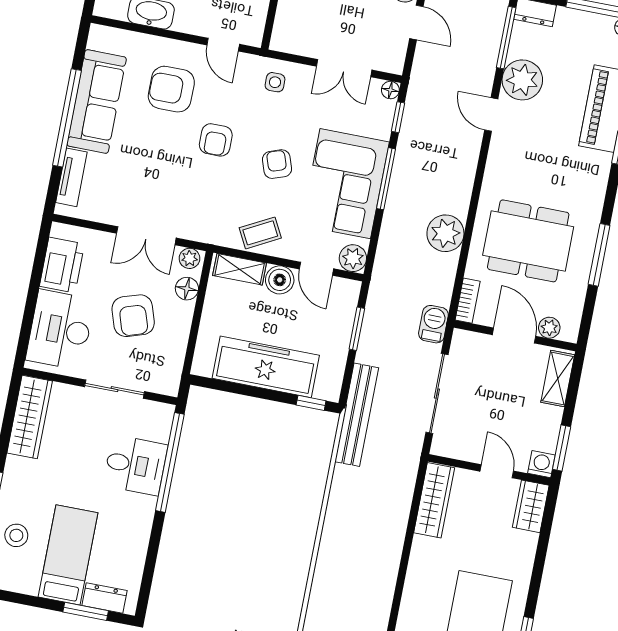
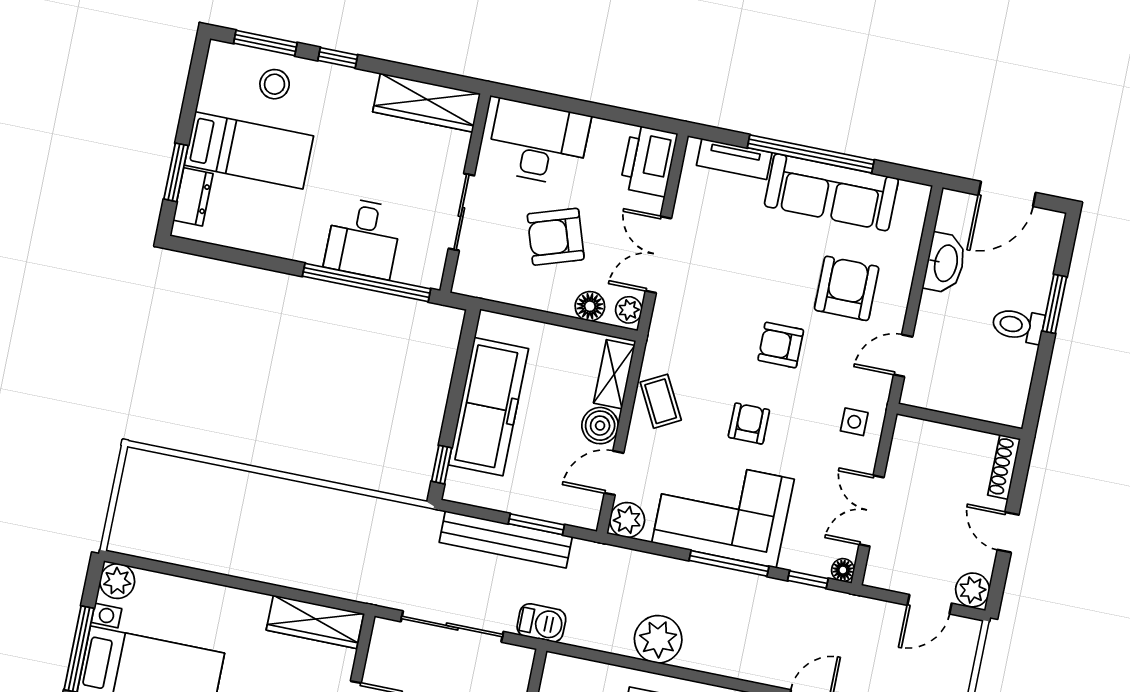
armchair: (277, 164) -> (749, 423), turned -71
printer: (62, 265) -> (649, 161), moved, turned 90
bookcase: (468, 301) -> (571, 667), removed
bench: (357, 415) -> (506, 539), moved

